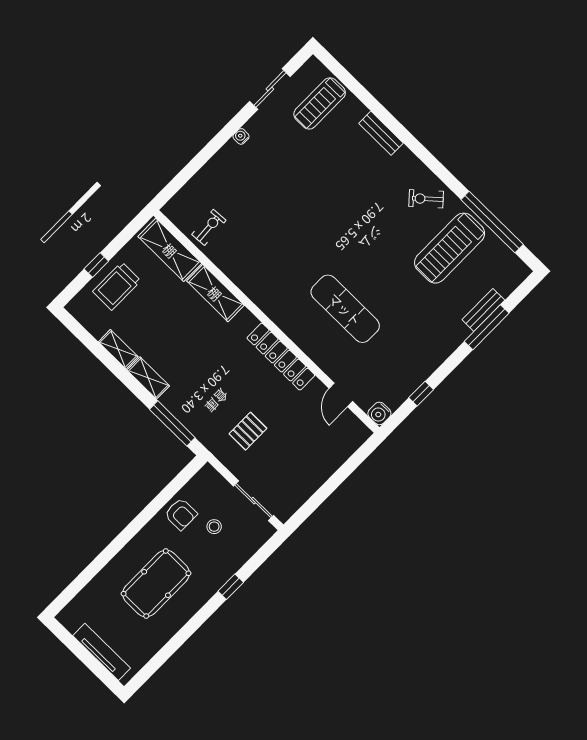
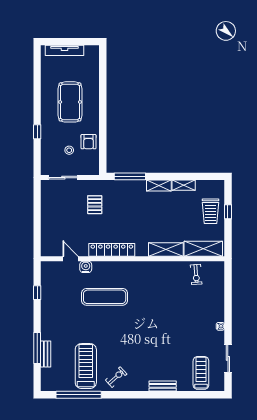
trolley: (117, 286) -> (211, 211), turned 180
water cooler: (379, 413) -> (86, 267), moved
armchair: (181, 514) -> (89, 142), turned -90

